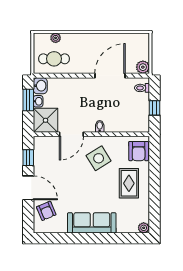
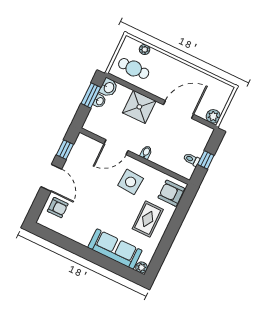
toilet: (142, 88) -> (192, 160), moved
shower: (45, 120) -> (139, 107), moved
armchair: (139, 151) -> (171, 193), turned 90
side table: (99, 158) -> (131, 182), turned 36
armchair: (46, 211) -> (58, 208), turned -67
sofa: (92, 223) -> (115, 249), moved

